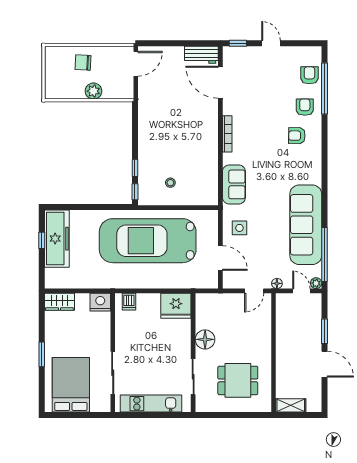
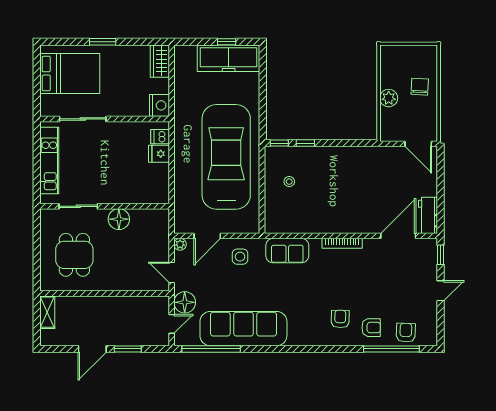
armchair: (309, 75) -> (406, 333), turned -88
floor lamp: (277, 283) -> (185, 302), width x1.89, depth x1.89
plant: (316, 283) -> (180, 244), moved
fridge: (176, 306) -> (159, 154), moved, width x0.53, depth x0.75

